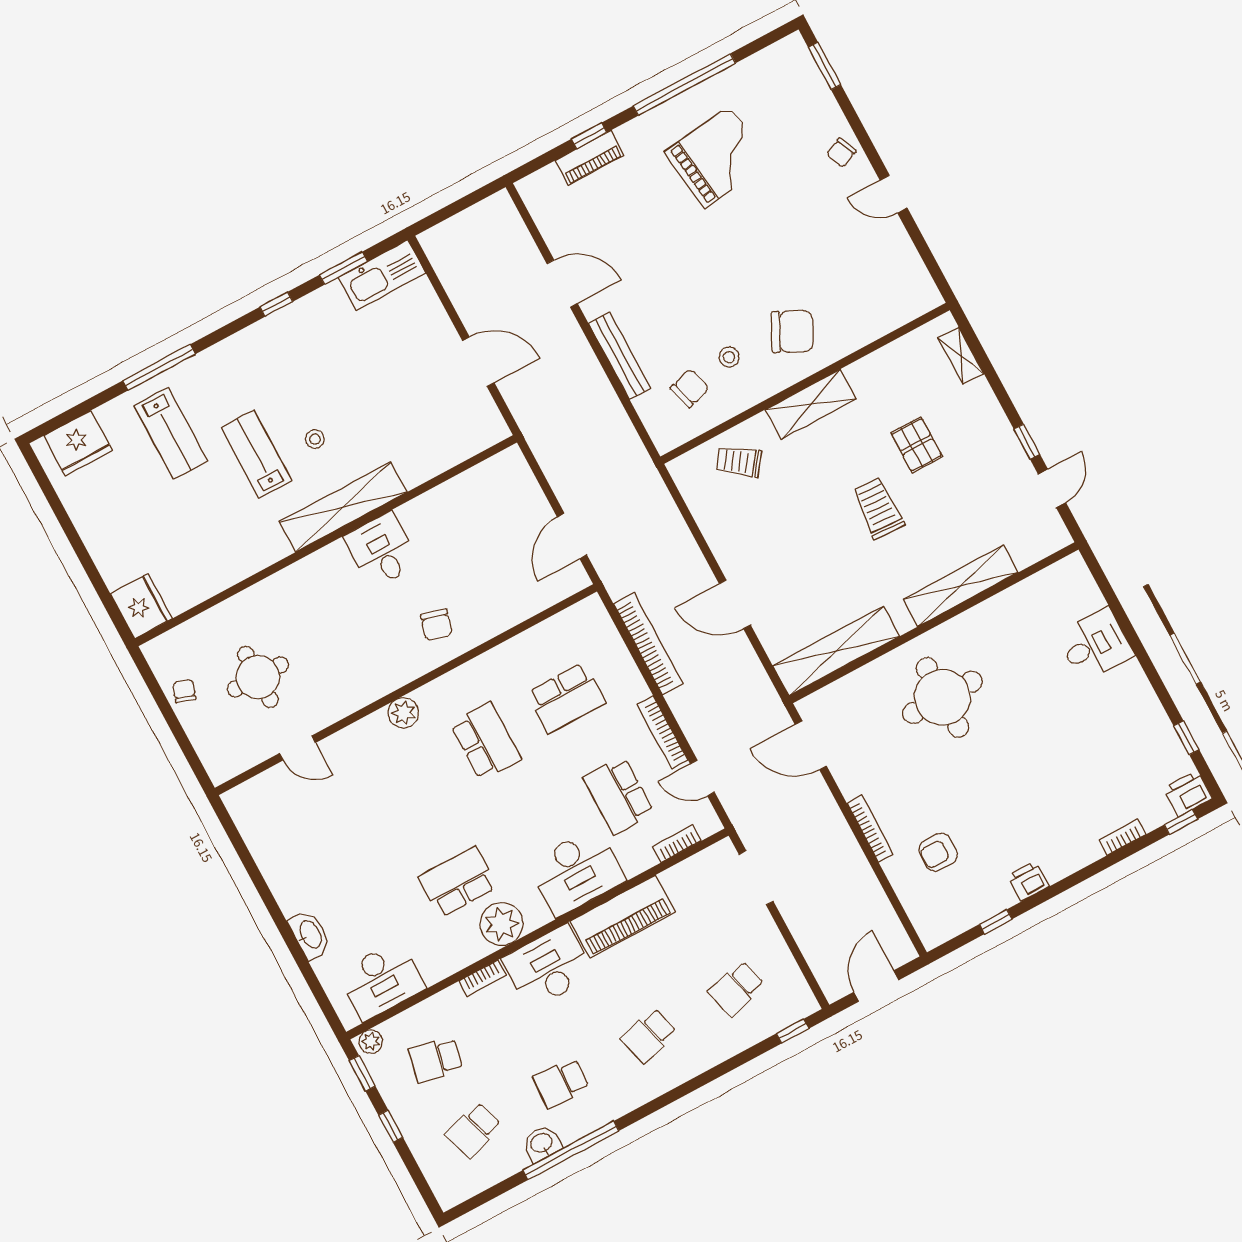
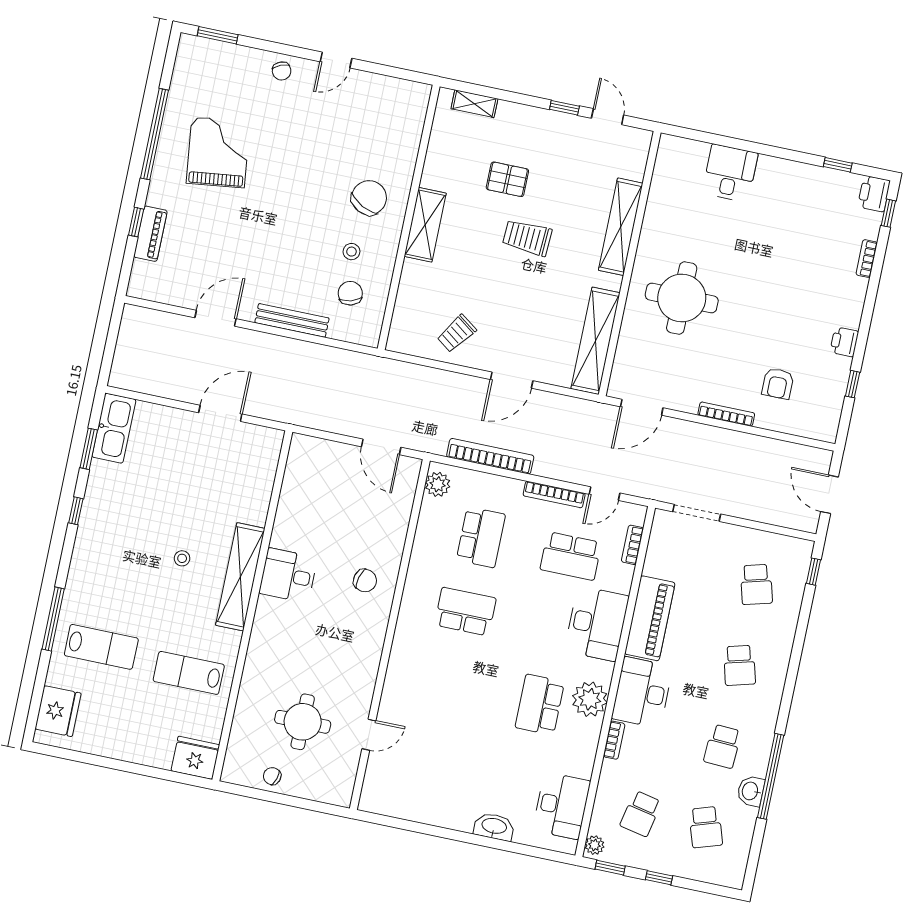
lab bench: (256, 454) -> (189, 673), moved
trolley: (739, 462) -> (457, 333), moved
plant: (403, 713) -> (438, 484), moved

